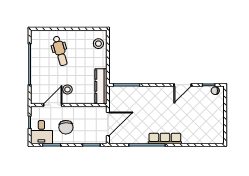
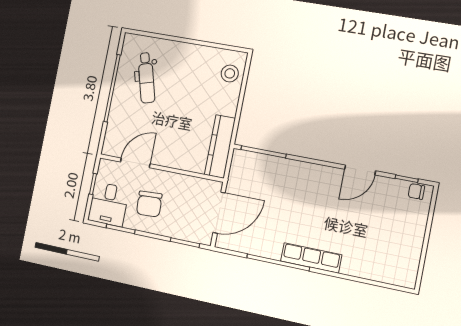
dental chair: (60, 51) -> (146, 78), moved
stool: (67, 89) -> (164, 141), removed

